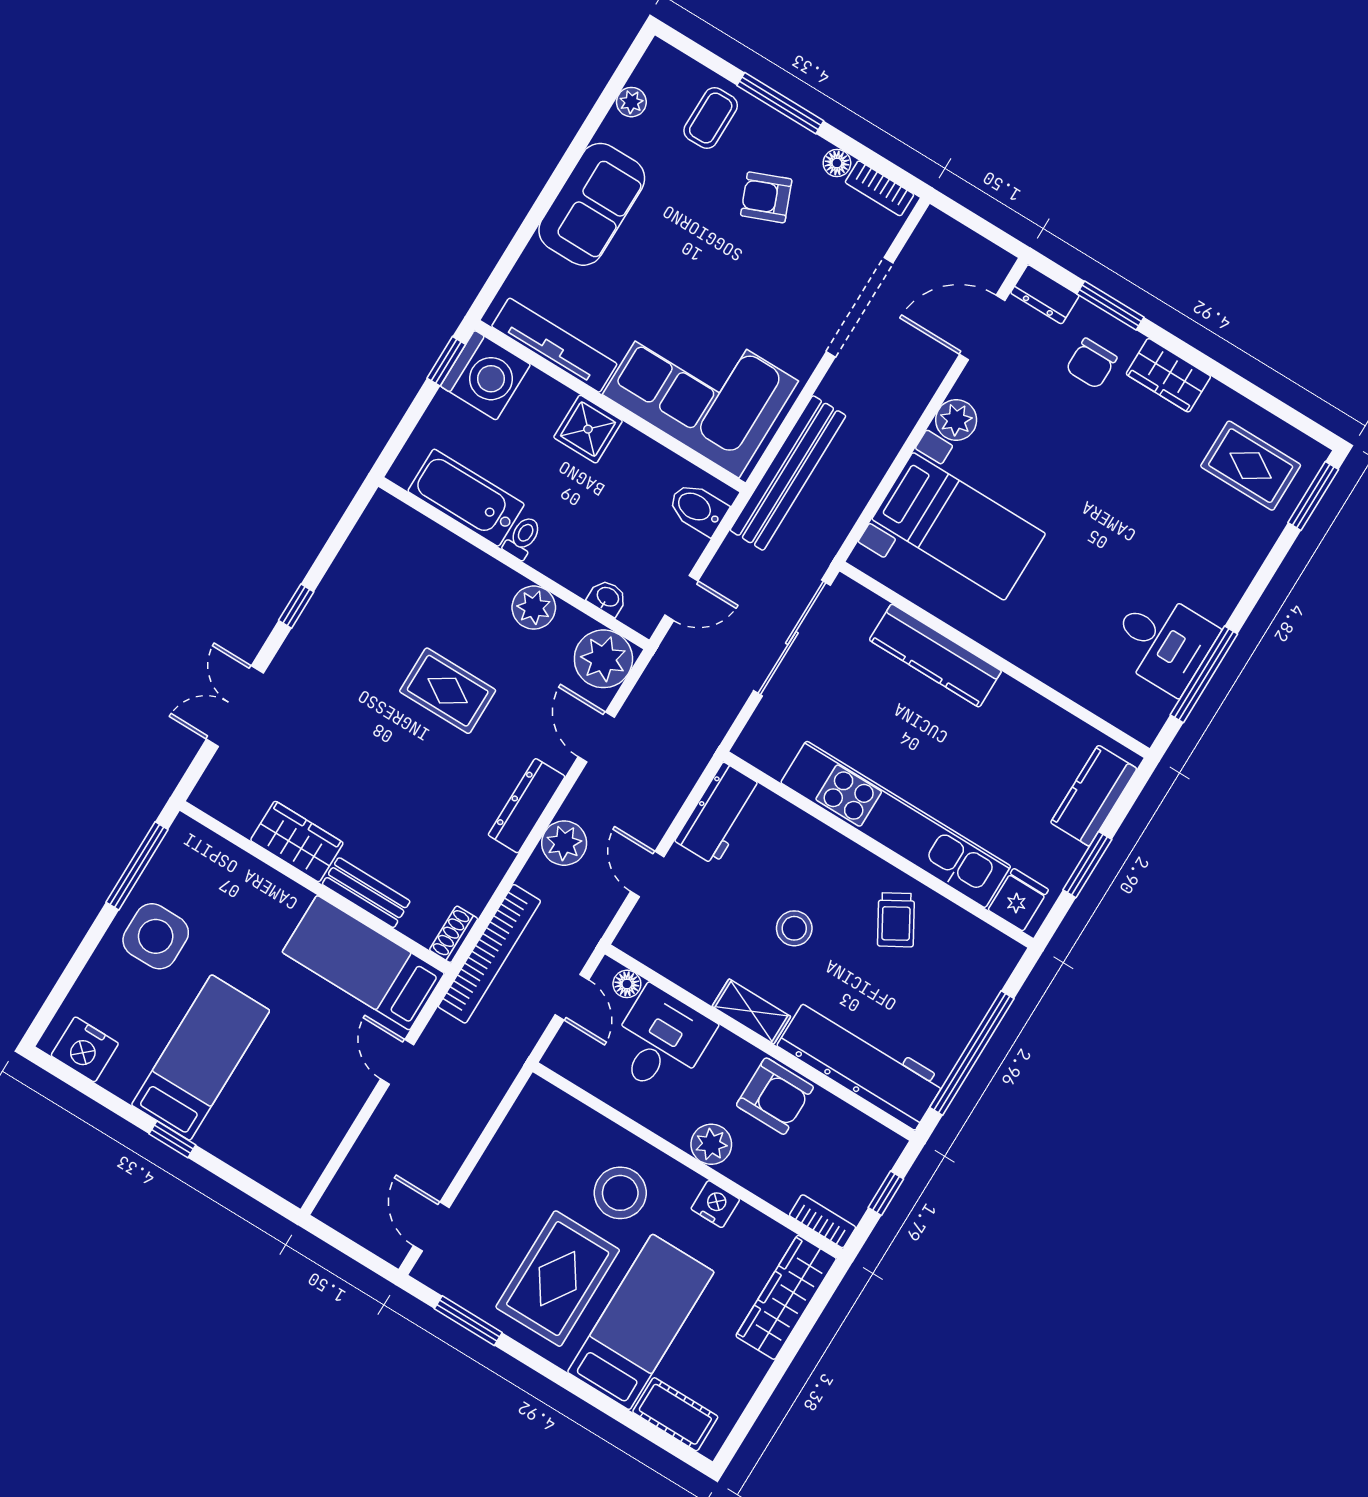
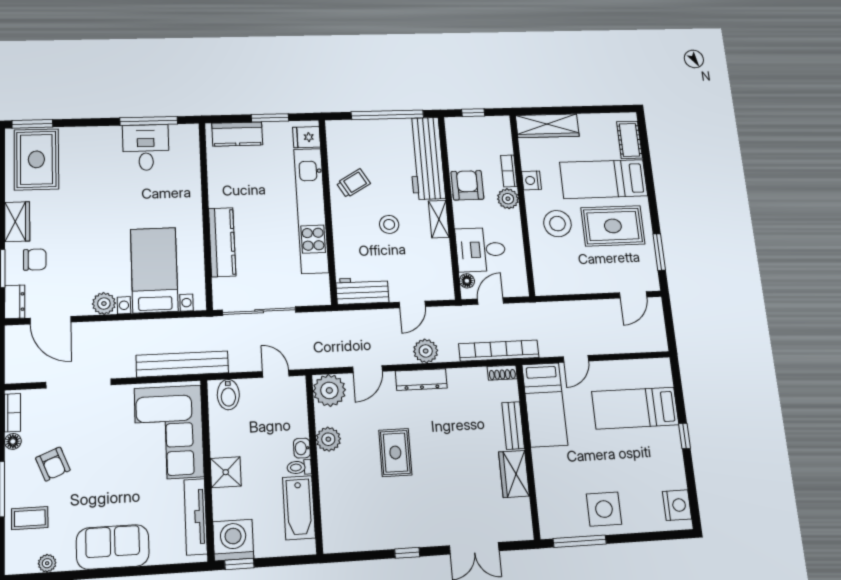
rug: (1251, 466) -> (36, 159), width x1.36, depth x1.43
washbasin: (607, 597) -> (302, 448), moved
bed: (201, 1058) -> (635, 408), moved
bookcase: (823, 1221) -> (509, 171), moved

